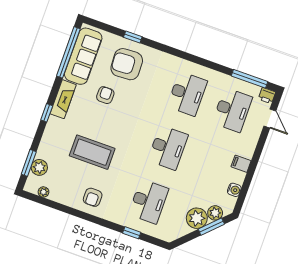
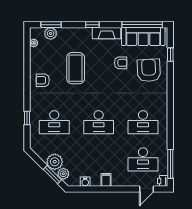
window: (133, 37) -> (170, 55), moved

